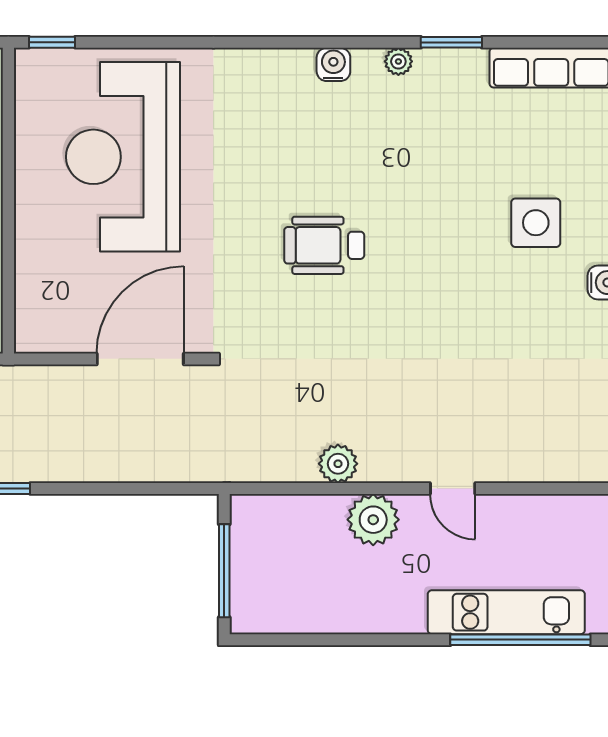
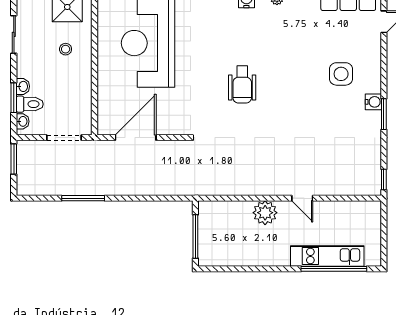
wheelchair: (324, 245) -> (242, 84), turned -90
door: (140, 359) -> (136, 138), moved
plant: (338, 464) -> (249, 187), removed

